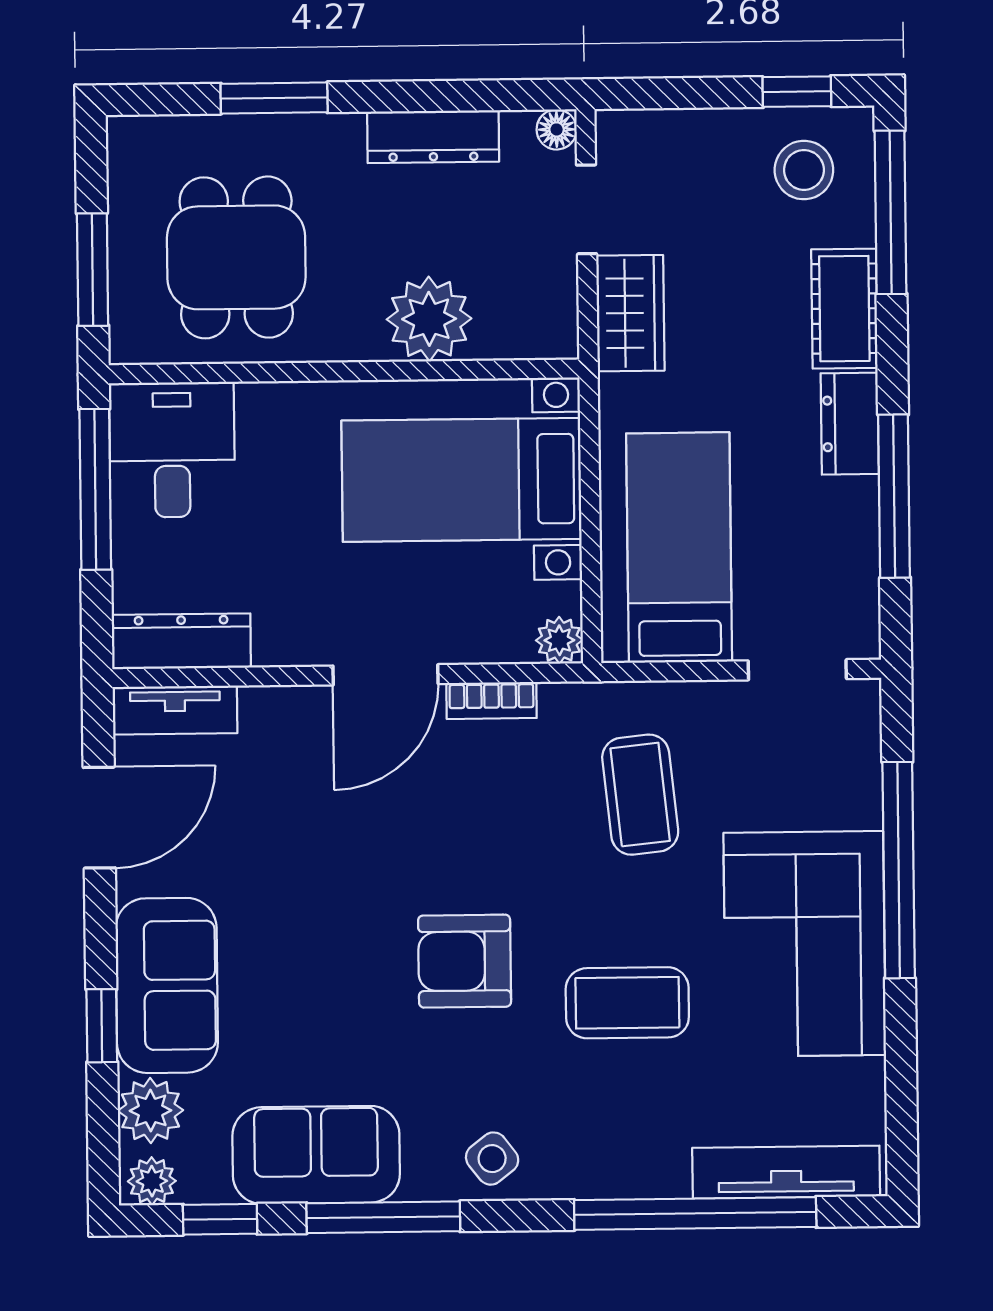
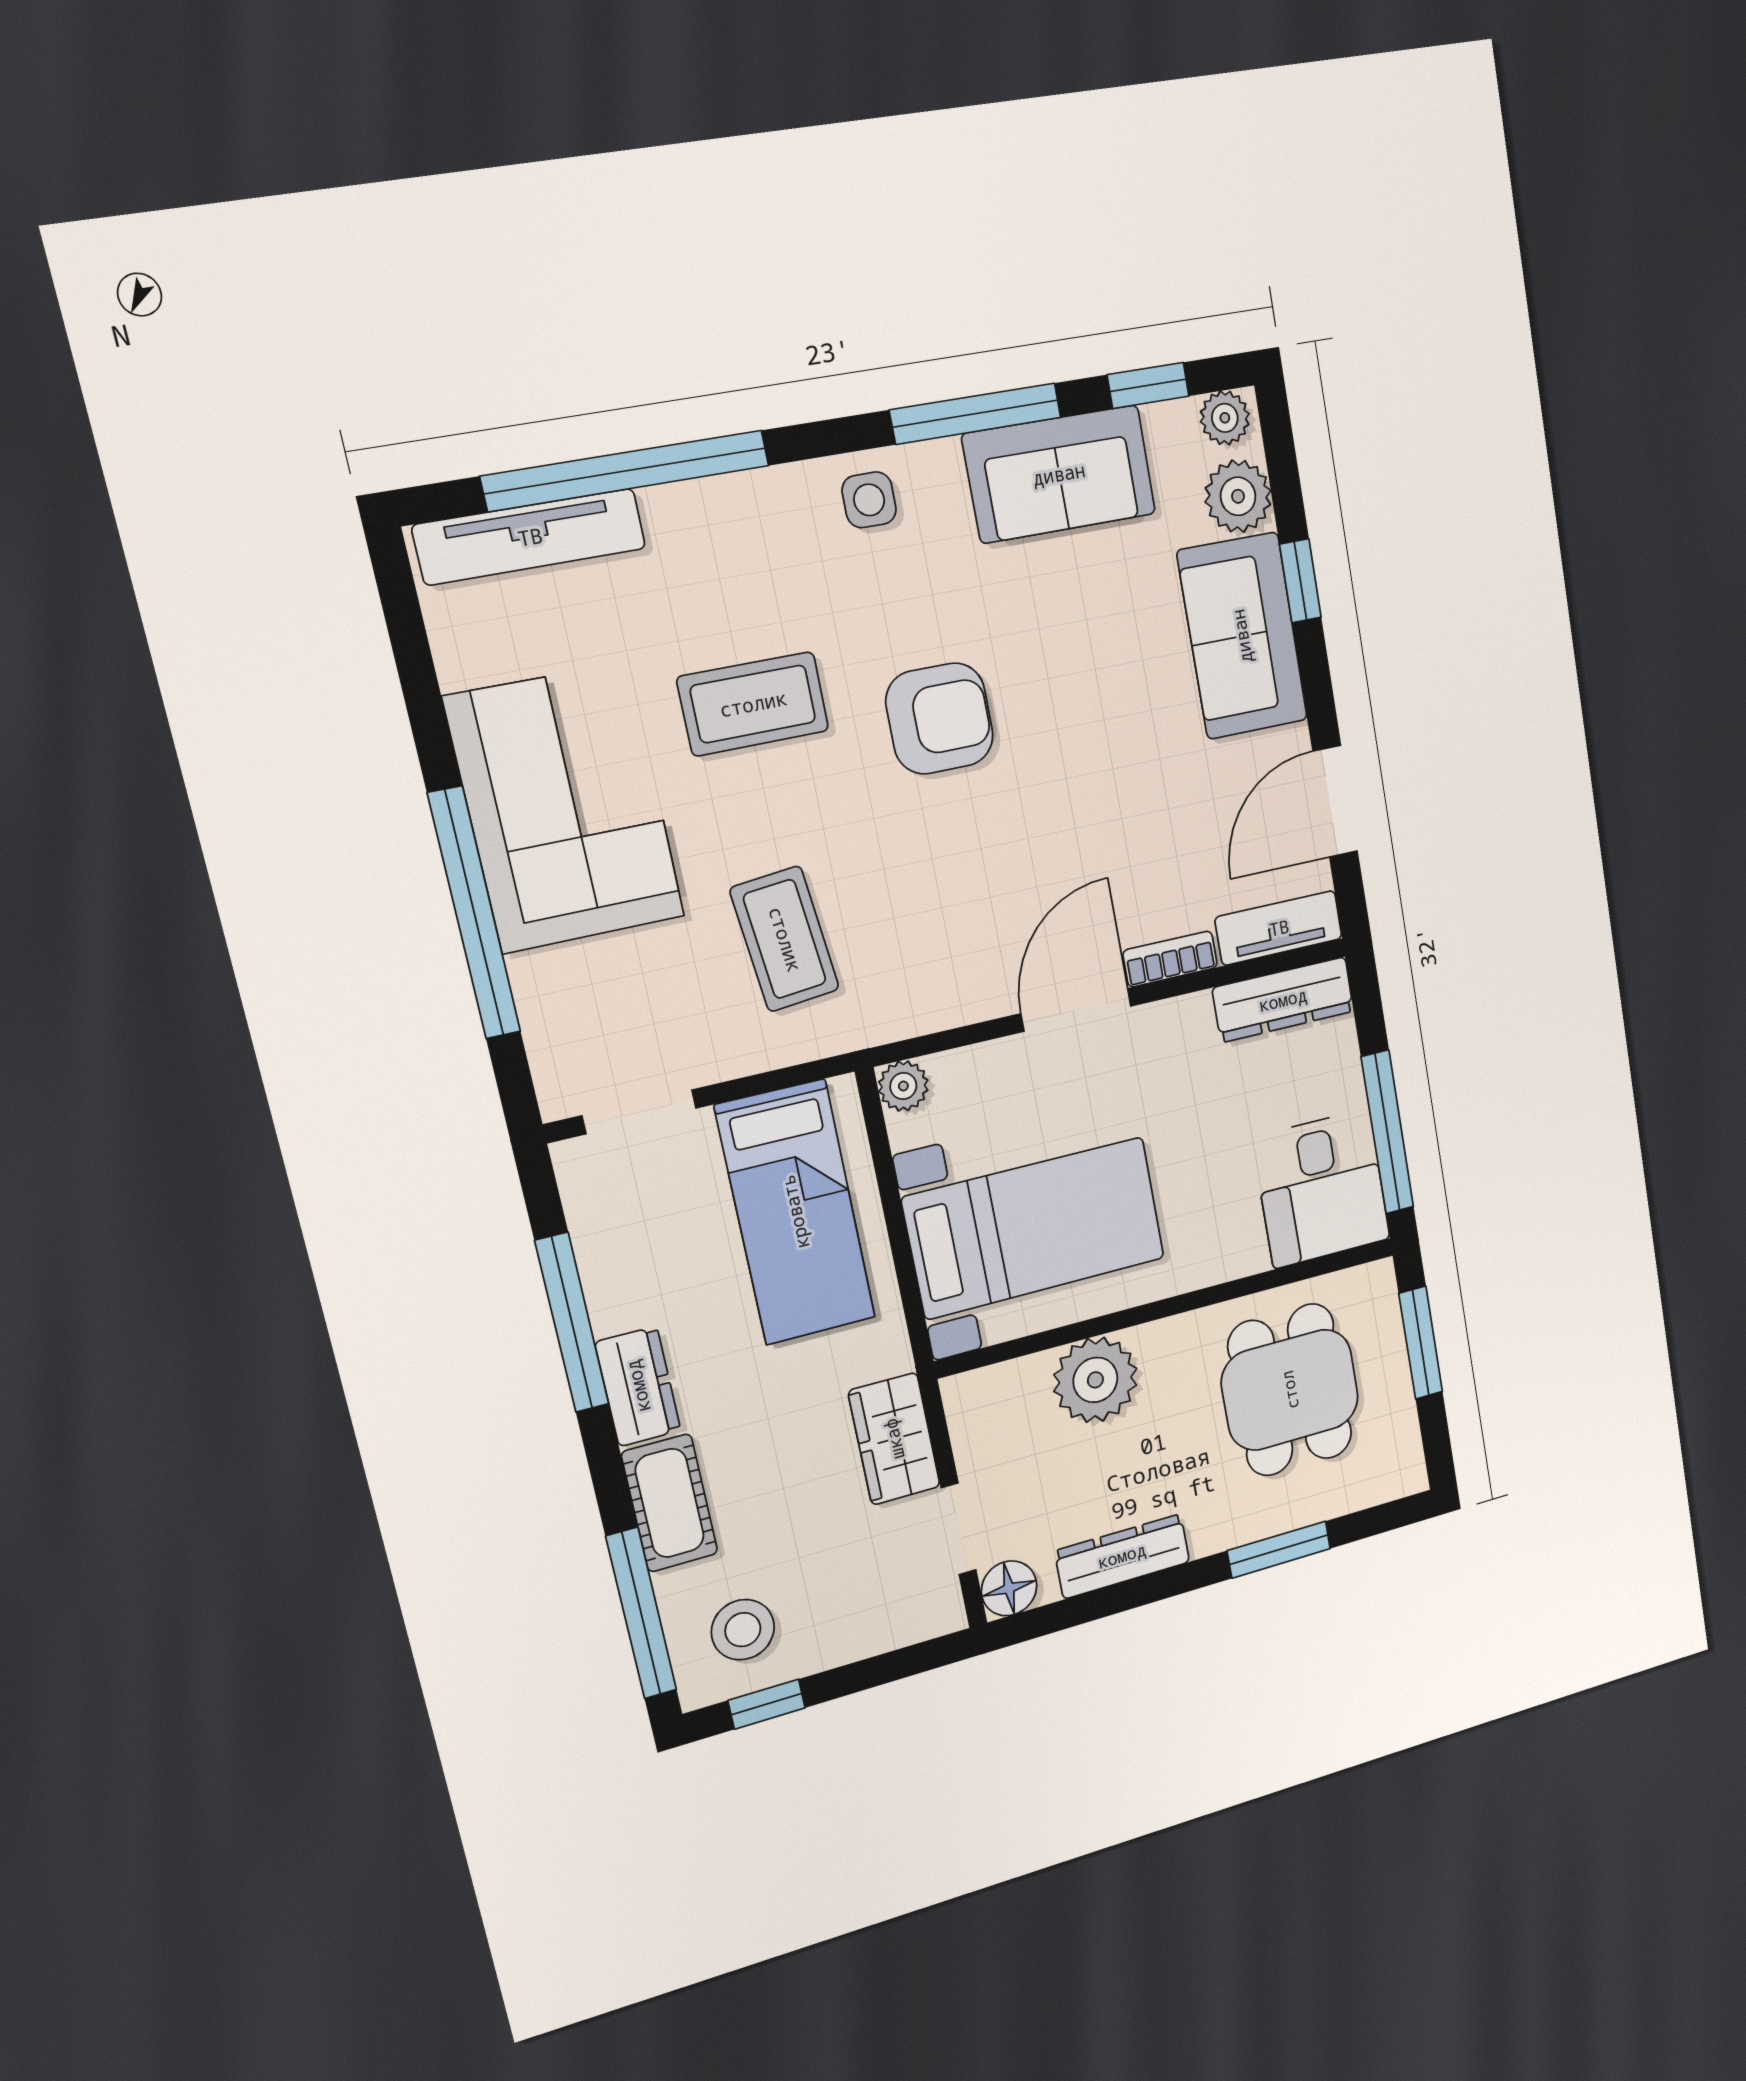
floor lamp: (557, 129) -> (1009, 1588), width x1.37, depth x1.37
bookcase: (491, 700) -> (1170, 959), moved
side table: (492, 1159) -> (869, 500), turned 38

